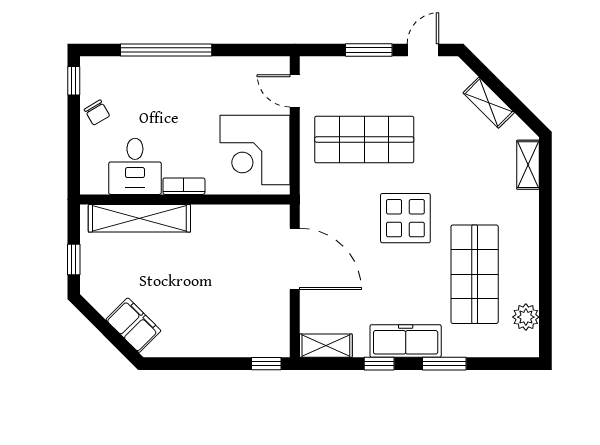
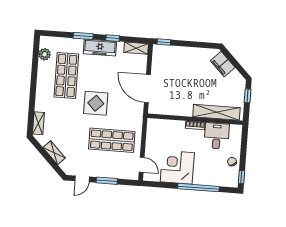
corner desk: (255, 150) -> (177, 167), moved, turned -90

